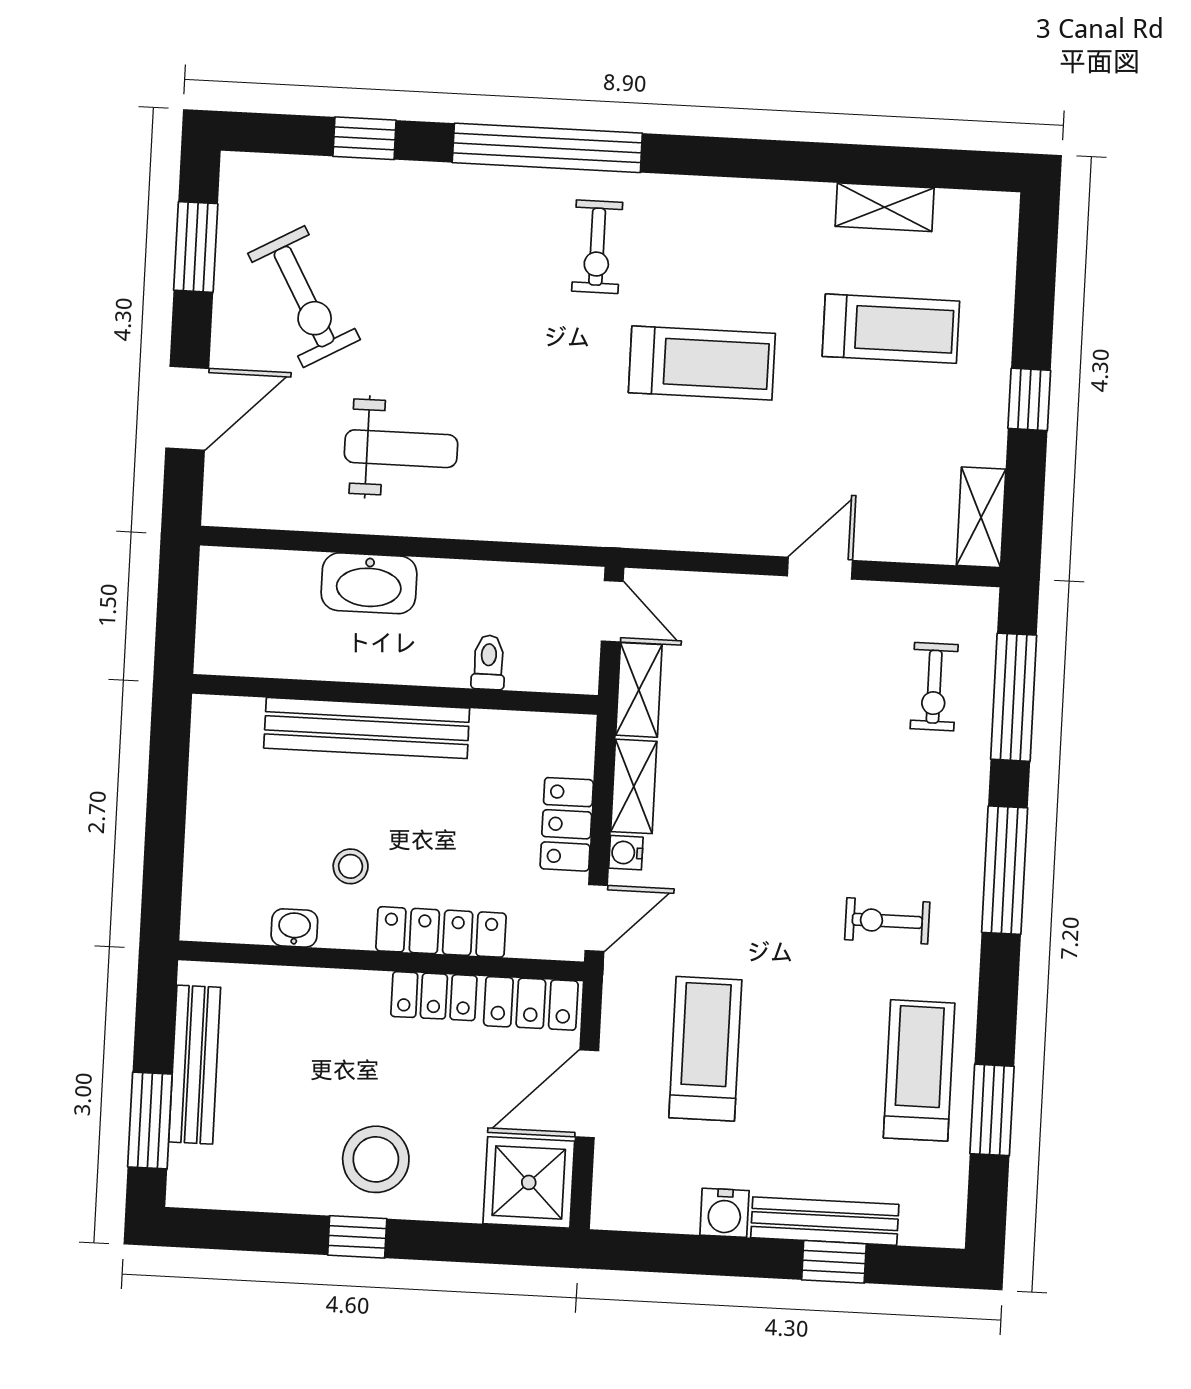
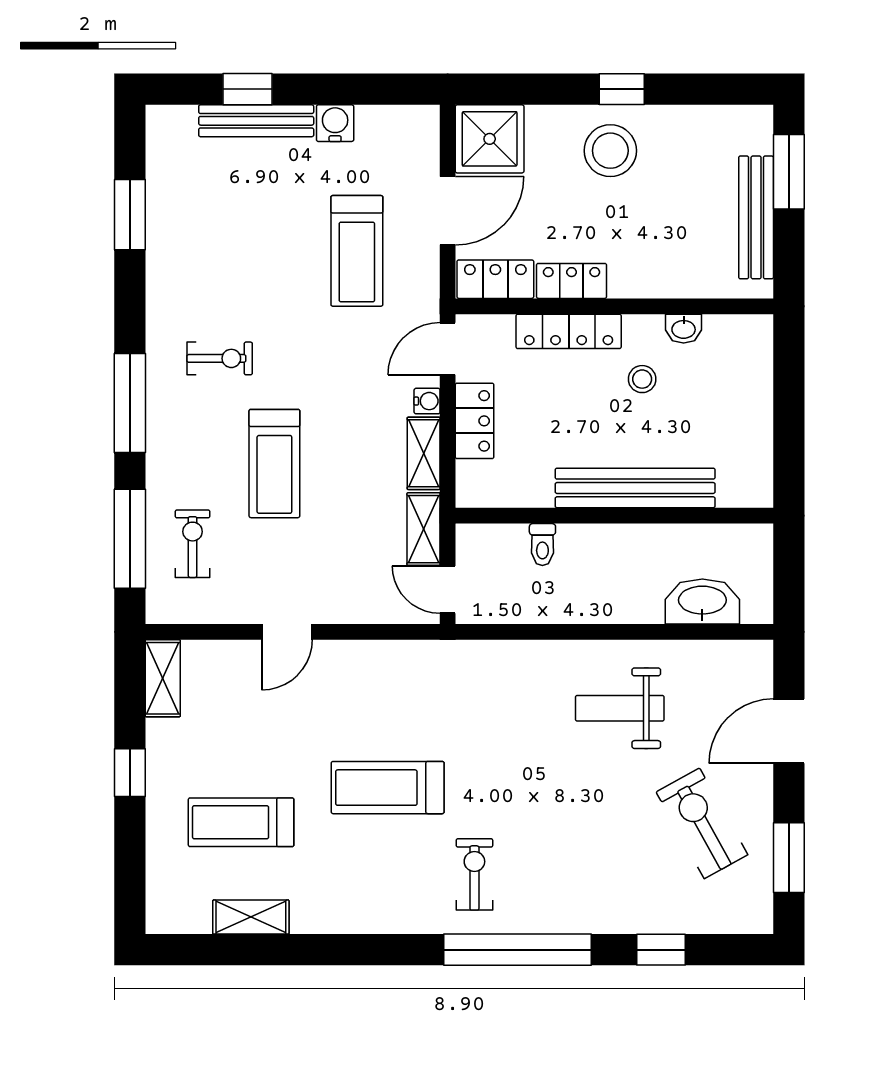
washbasin: (369, 583) -> (702, 601), moved
treadmill: (919, 1070) -> (274, 464), moved

